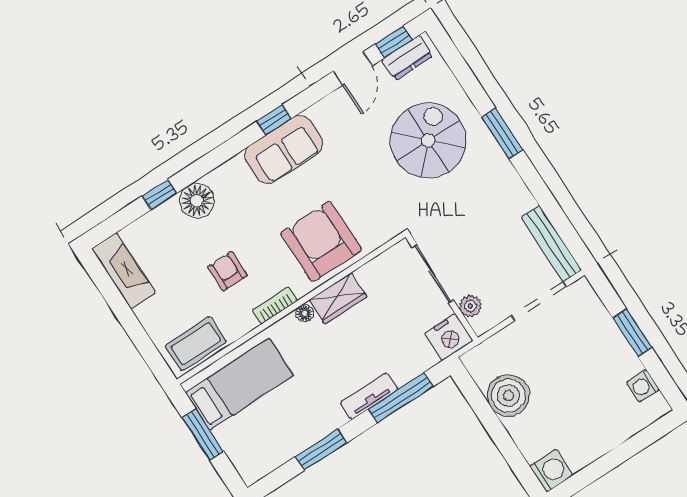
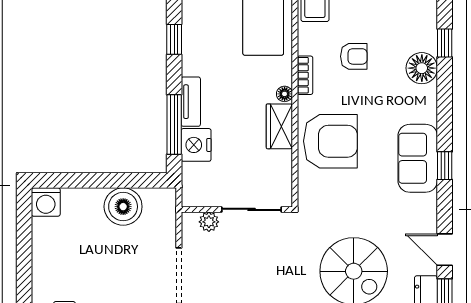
nightstand: (449, 337) -> (196, 145), moved
window: (321, 450) -> (174, 39), width x0.67

